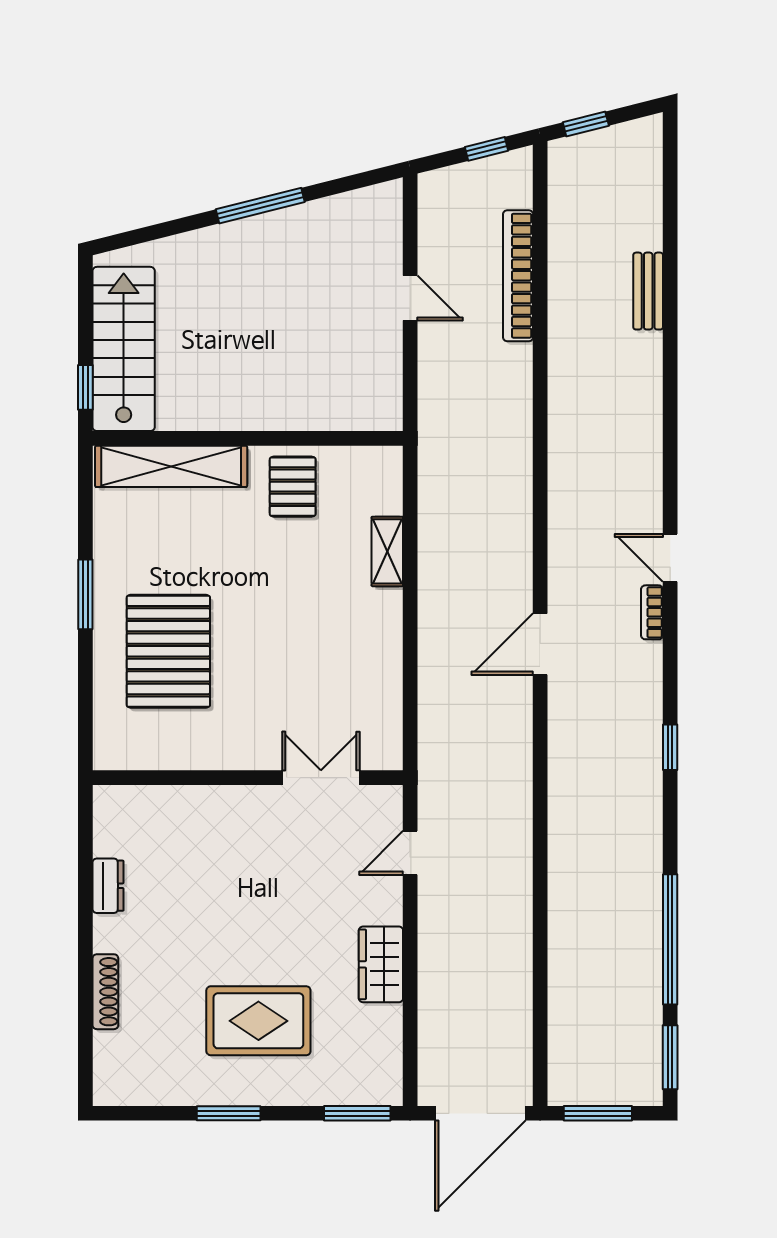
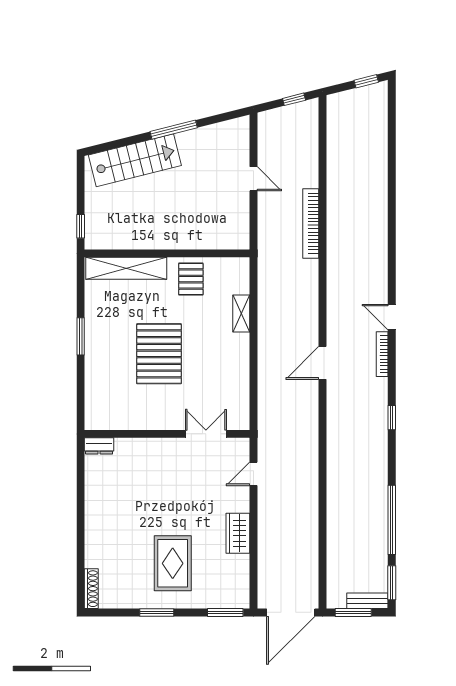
window: (586, 124) -> (366, 81), moved
bookcase: (518, 276) -> (311, 223), moved
bench: (648, 291) -> (367, 601), moved, turned 90
stairs: (124, 349) -> (135, 160), moved, turned 76
bookcase: (652, 612) -> (382, 354), width x1.56
pallet: (168, 651) -> (159, 354), moved
dresser: (108, 886) -> (99, 446), moved, turned 90
shoe rack: (105, 992) -> (91, 589), moved
rug: (258, 1021) -> (173, 563), turned 90

